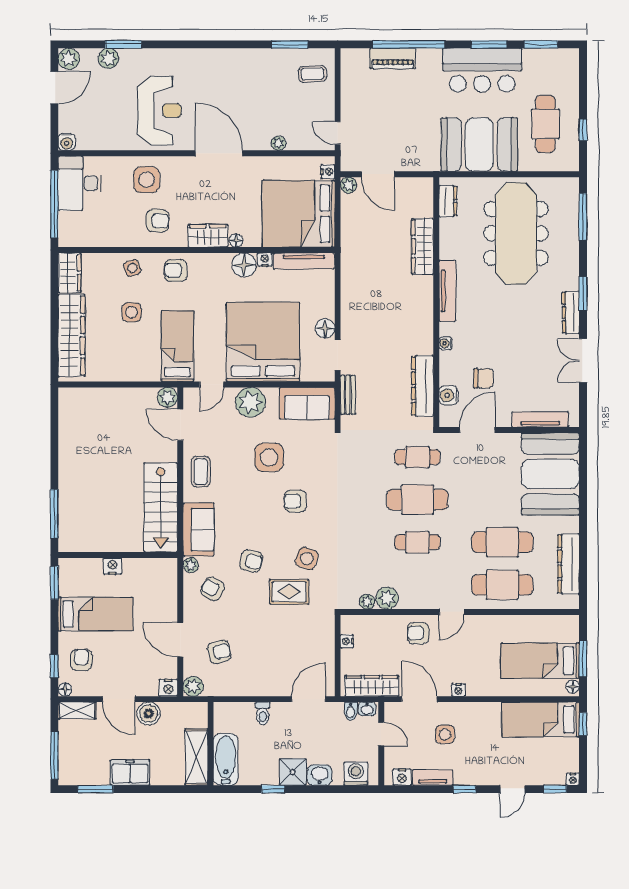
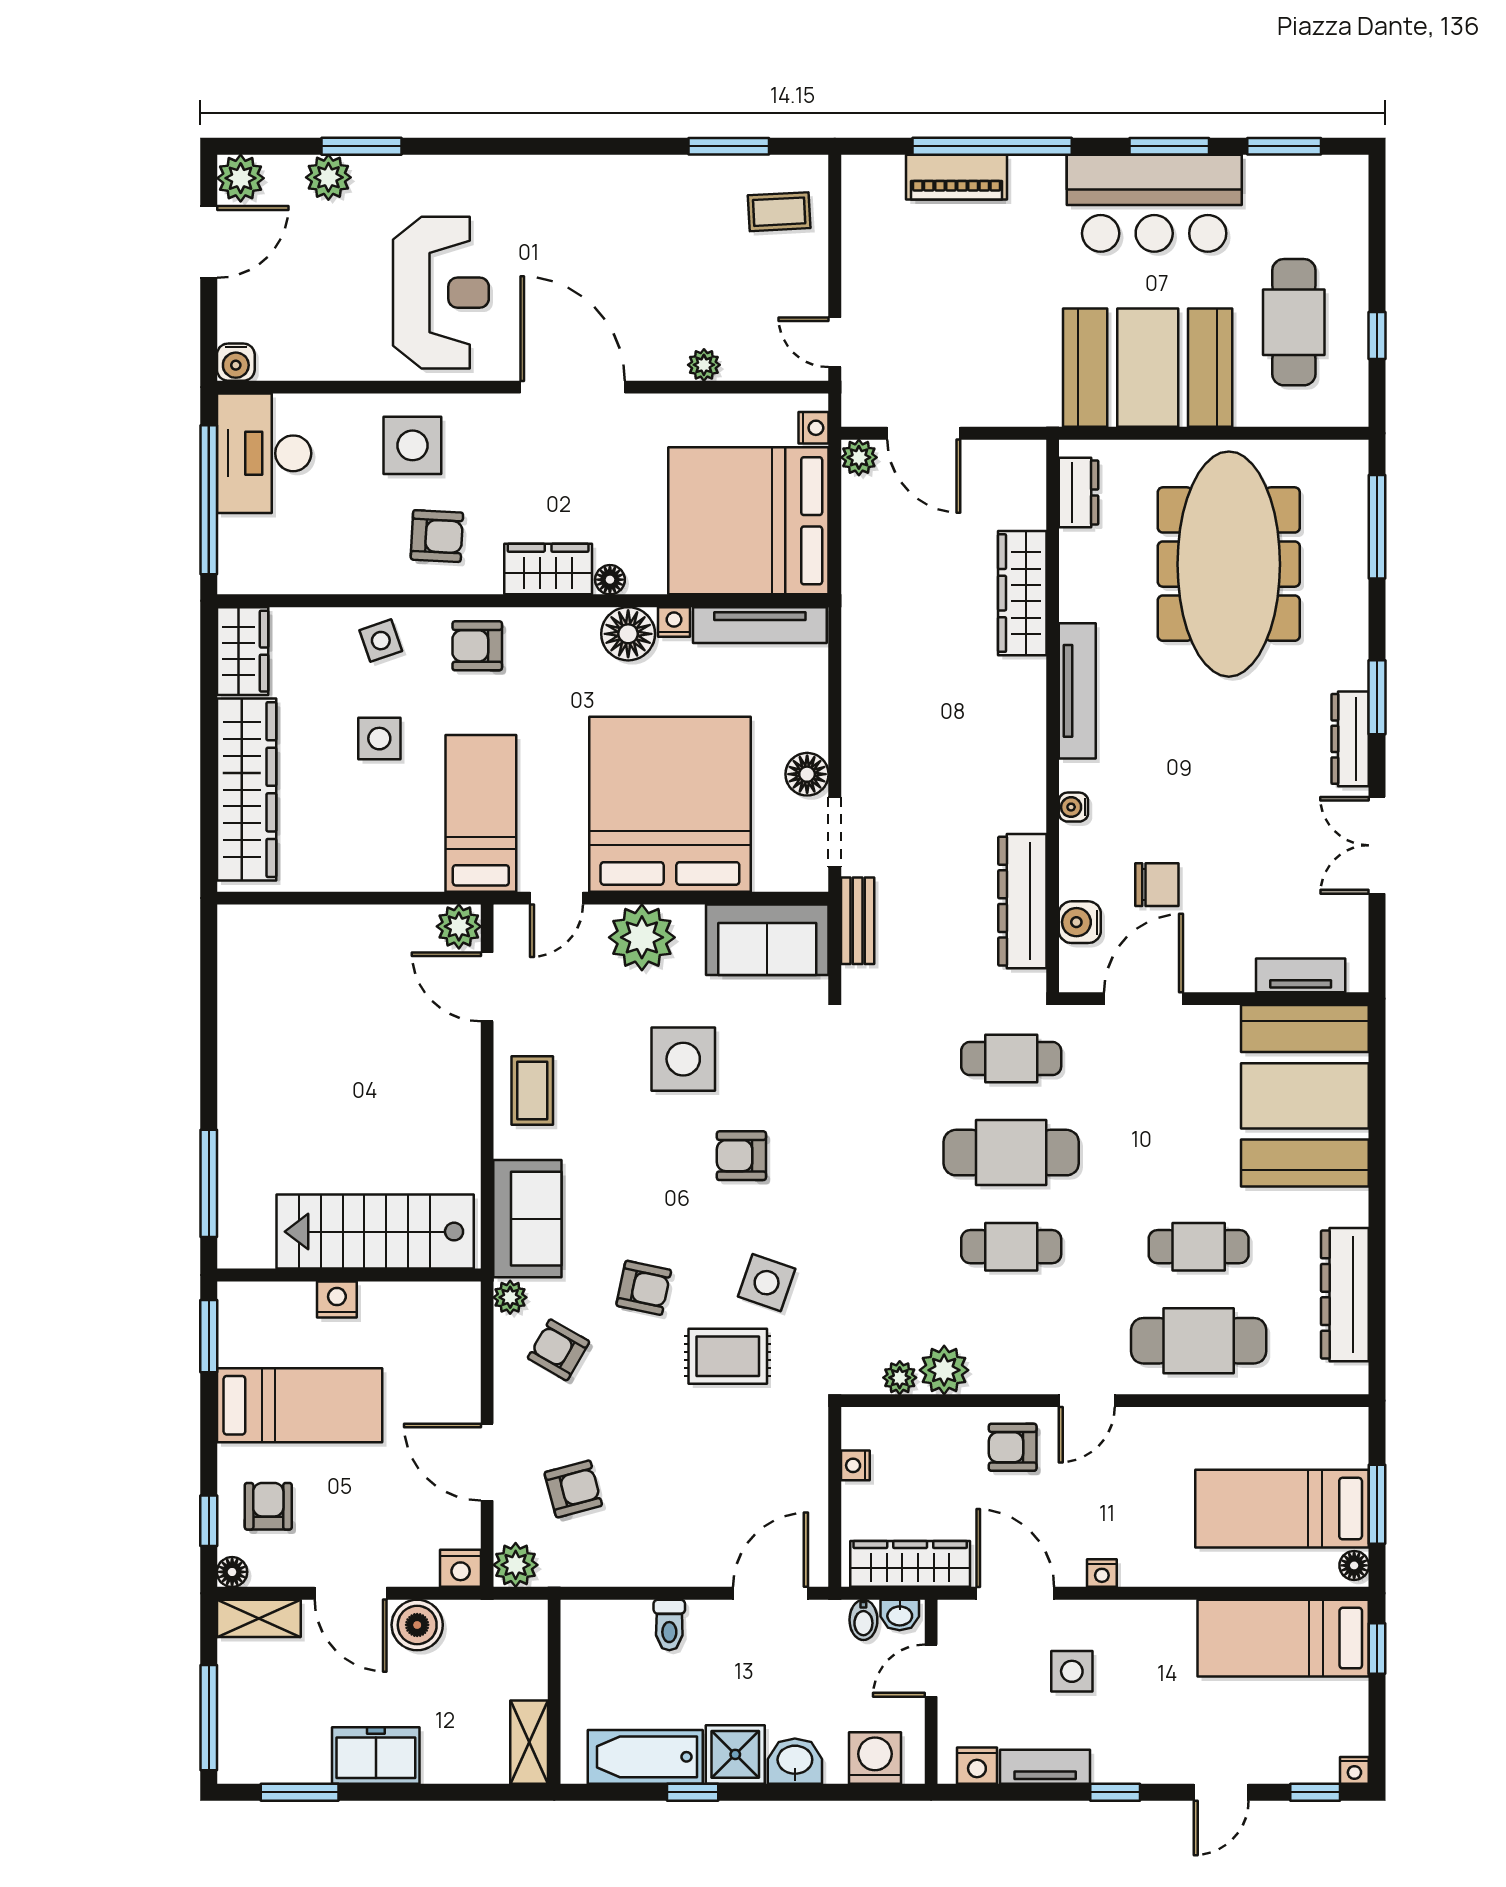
tv unit: (540, 419) -> (1301, 975), width x0.71
stairs: (161, 507) -> (375, 1232), moved, turned 90
cafe table: (502, 542) -> (1199, 1247), width x0.73, depth x0.74
door: (381, 734) -> (931, 1671), swing flipped
shelving: (196, 757) -> (529, 1742), width x0.67, depth x0.75
bathtub: (226, 759) -> (645, 1757), moved, turned -90

